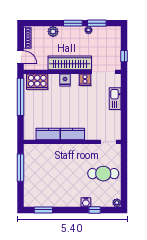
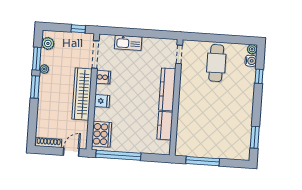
plant: (53, 32) -> (48, 43), moved
kitchen counter: (72, 134) -> (167, 89), width x1.50
water cooler: (86, 202) -> (251, 61), moved

